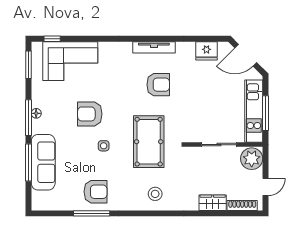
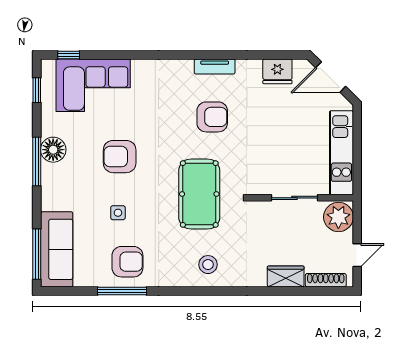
tv unit: (154, 47) -> (215, 67), width x0.71
window: (28, 65) -> (37, 90), width x0.67
floor lamp: (36, 113) -> (53, 150), width x1.89, depth x1.89
window: (265, 113) -> (357, 155), removed
side table: (104, 146) -> (118, 213), moved
window: (28, 162) -> (37, 254), moved
sofa: (43, 162) -> (57, 249), moved

